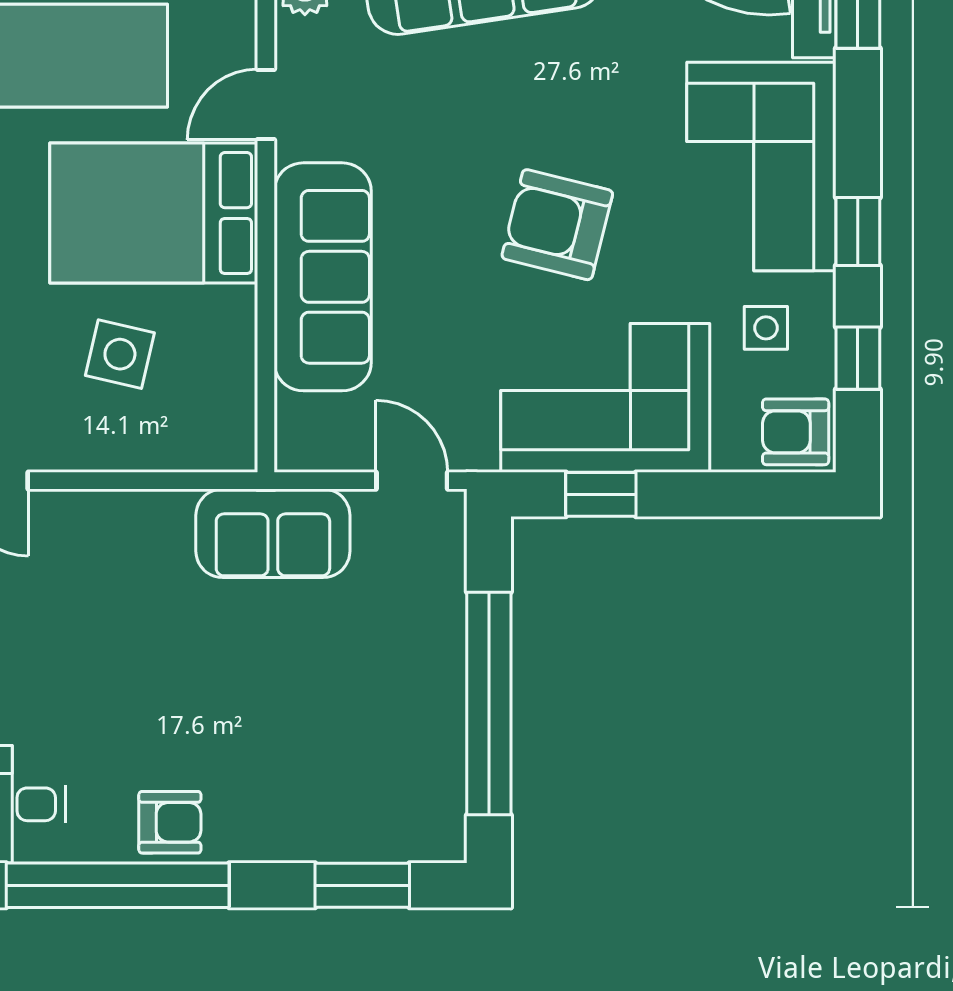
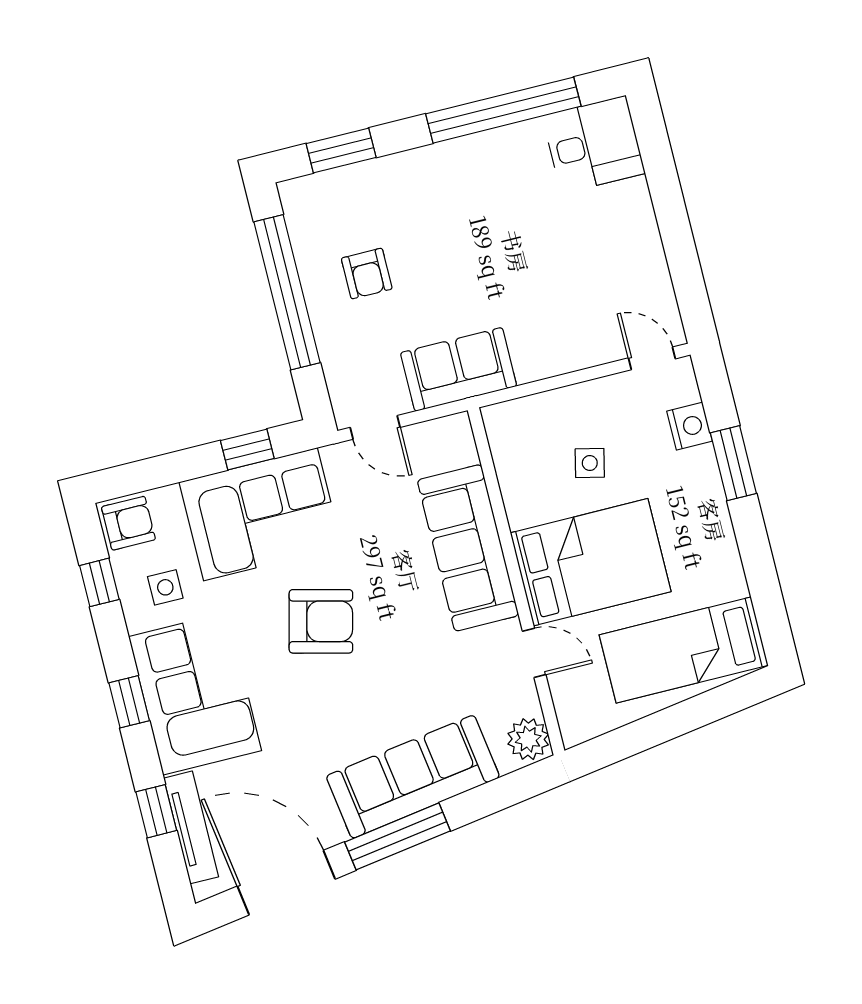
door: (266, 105) -> (534, 653), hinge flipped
window: (858, 231) -> (129, 702), moved
side table: (120, 354) -> (590, 463), width x0.73, depth x0.73
armchair: (170, 822) -> (367, 274), moved, turned -90

